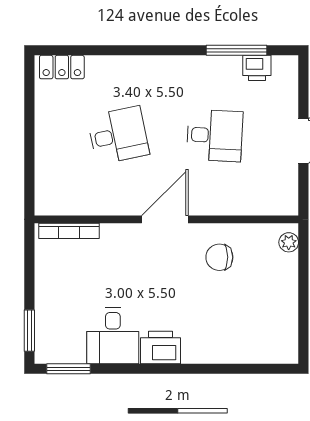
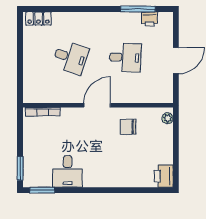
desk: (118, 135) -> (71, 57), turned 30
printer: (160, 347) -> (164, 176), moved, turned -90

